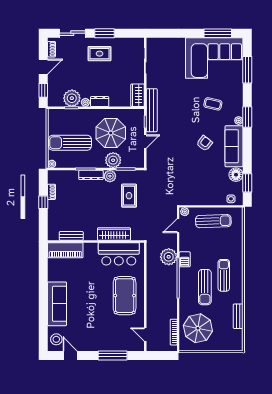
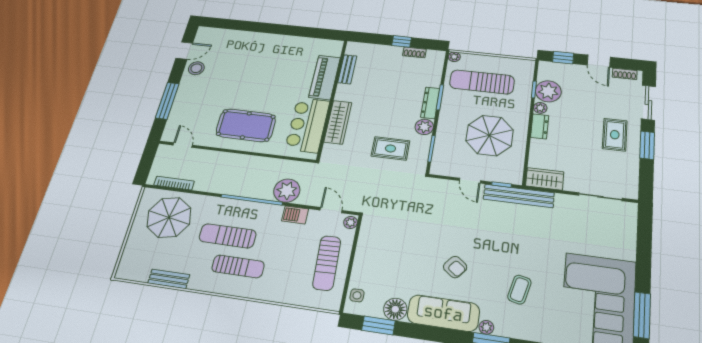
sun lounger: (70, 143) -> (482, 82), turned -90
plant: (113, 160) -> (448, 134), removed
piano: (65, 250) -> (325, 77), moved
barbecue: (185, 259) -> (295, 215), moved
sofa: (57, 304) -> (258, 43), removed
door: (145, 334) -> (183, 145), hinge flipped
stool: (56, 339) -> (196, 68), moved

